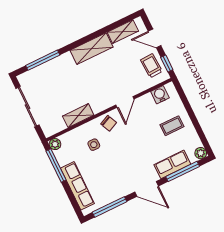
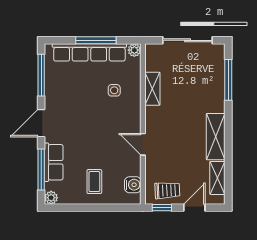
chair: (109, 123) -> (129, 117), removed
window: (56, 166) -> (96, 40), moved
row of seats: (77, 186) -> (89, 52), width x1.36

